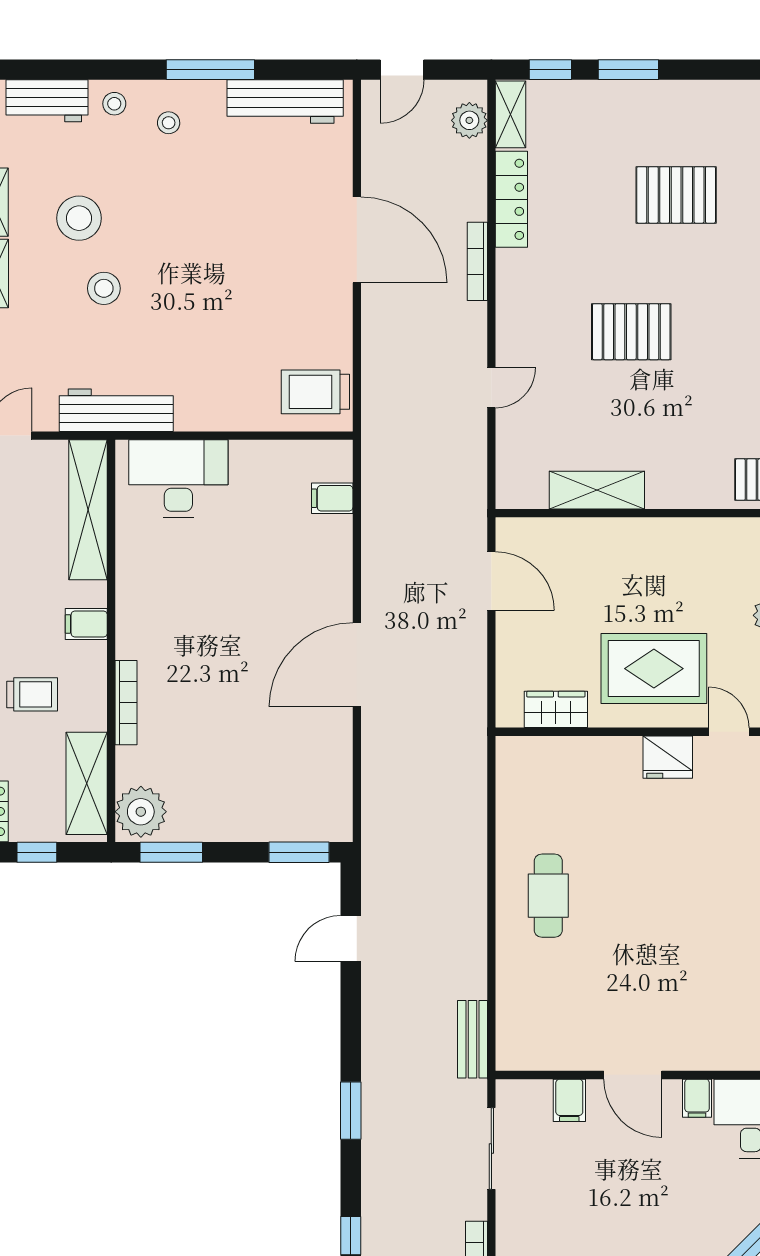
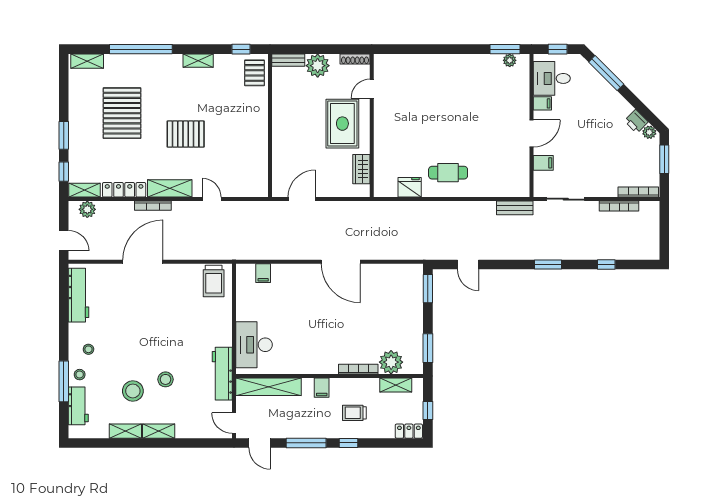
window: (210, 70) -> (64, 381), moved
pallet: (676, 195) -> (122, 113), width x1.37, depth x1.41
pallet: (631, 332) -> (186, 134), turned 90
shelving: (597, 490) -> (170, 188), moved, turned 90
trolley: (32, 694) -> (354, 413), turned -90
fridge: (668, 757) -> (410, 187), moved, turned -90
shelving: (87, 783) -> (396, 385), width x0.67, depth x0.75
plant: (141, 812) -> (391, 362), moved

